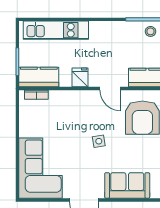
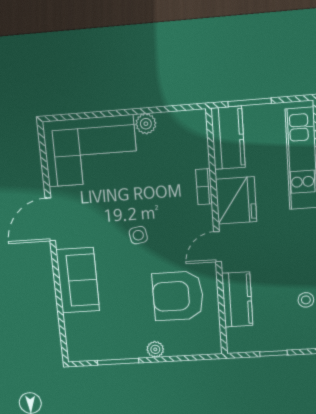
fridge: (80, 77) -> (236, 200), width x1.88, depth x1.34
bookcase: (36, 95) -> (204, 187), moved
plant: (26, 130) -> (146, 124), added

